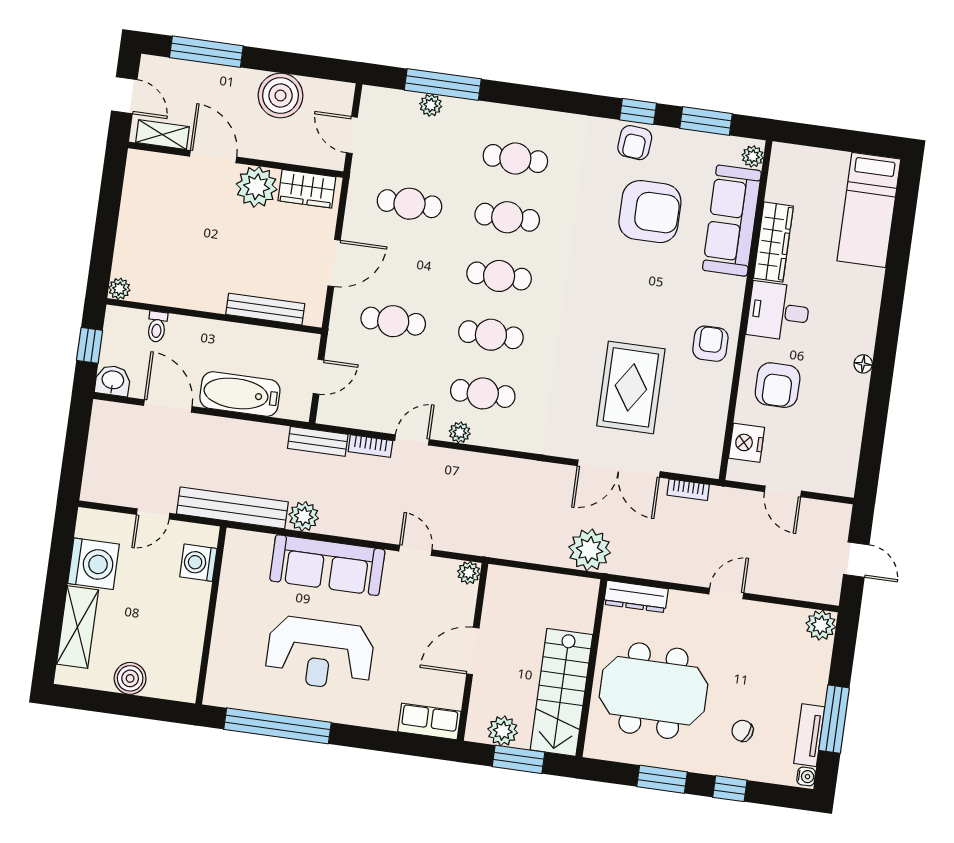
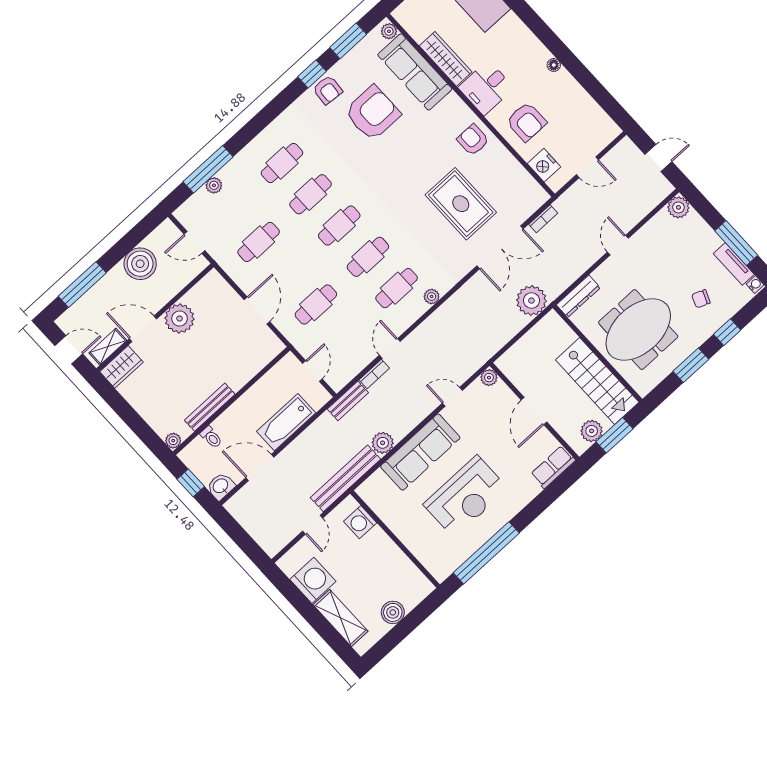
wardrobe: (307, 189) -> (121, 367), moved
bench: (265, 309) -> (210, 407), moved
plant: (460, 432) -> (432, 297), moved

